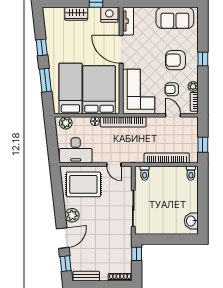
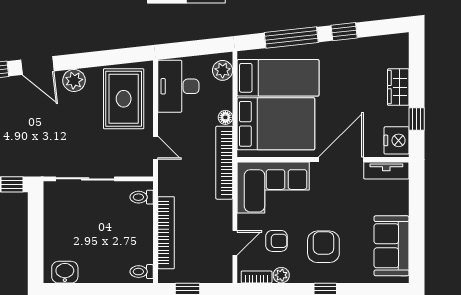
window: (45, 80) -> (291, 37), width x1.44
armchair: (172, 89) -> (277, 241), turned 90
door: (114, 165) -> (155, 148), swing flipped

